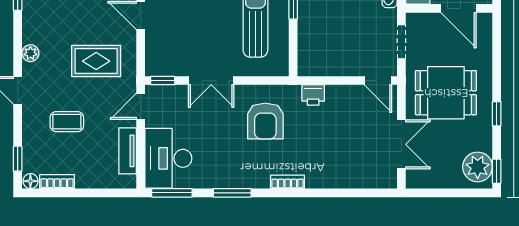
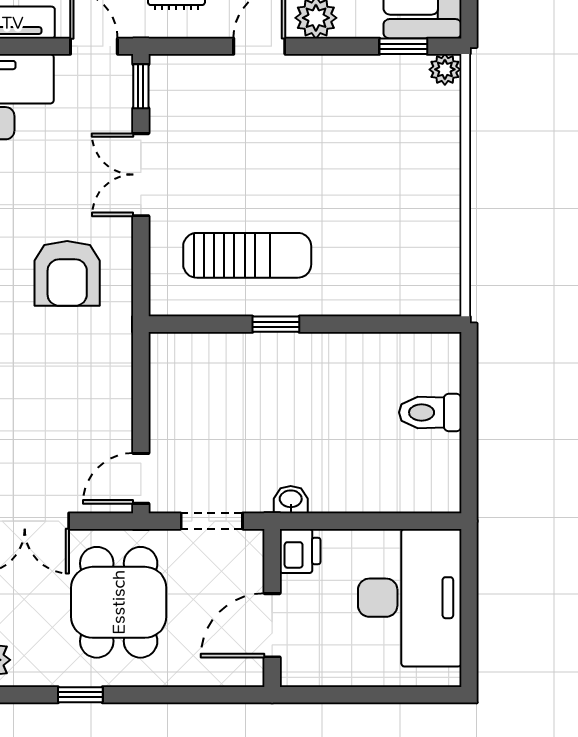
printer: (313, 95) -> (115, 360), removed
armchair: (265, 121) -> (67, 273), turned -90

